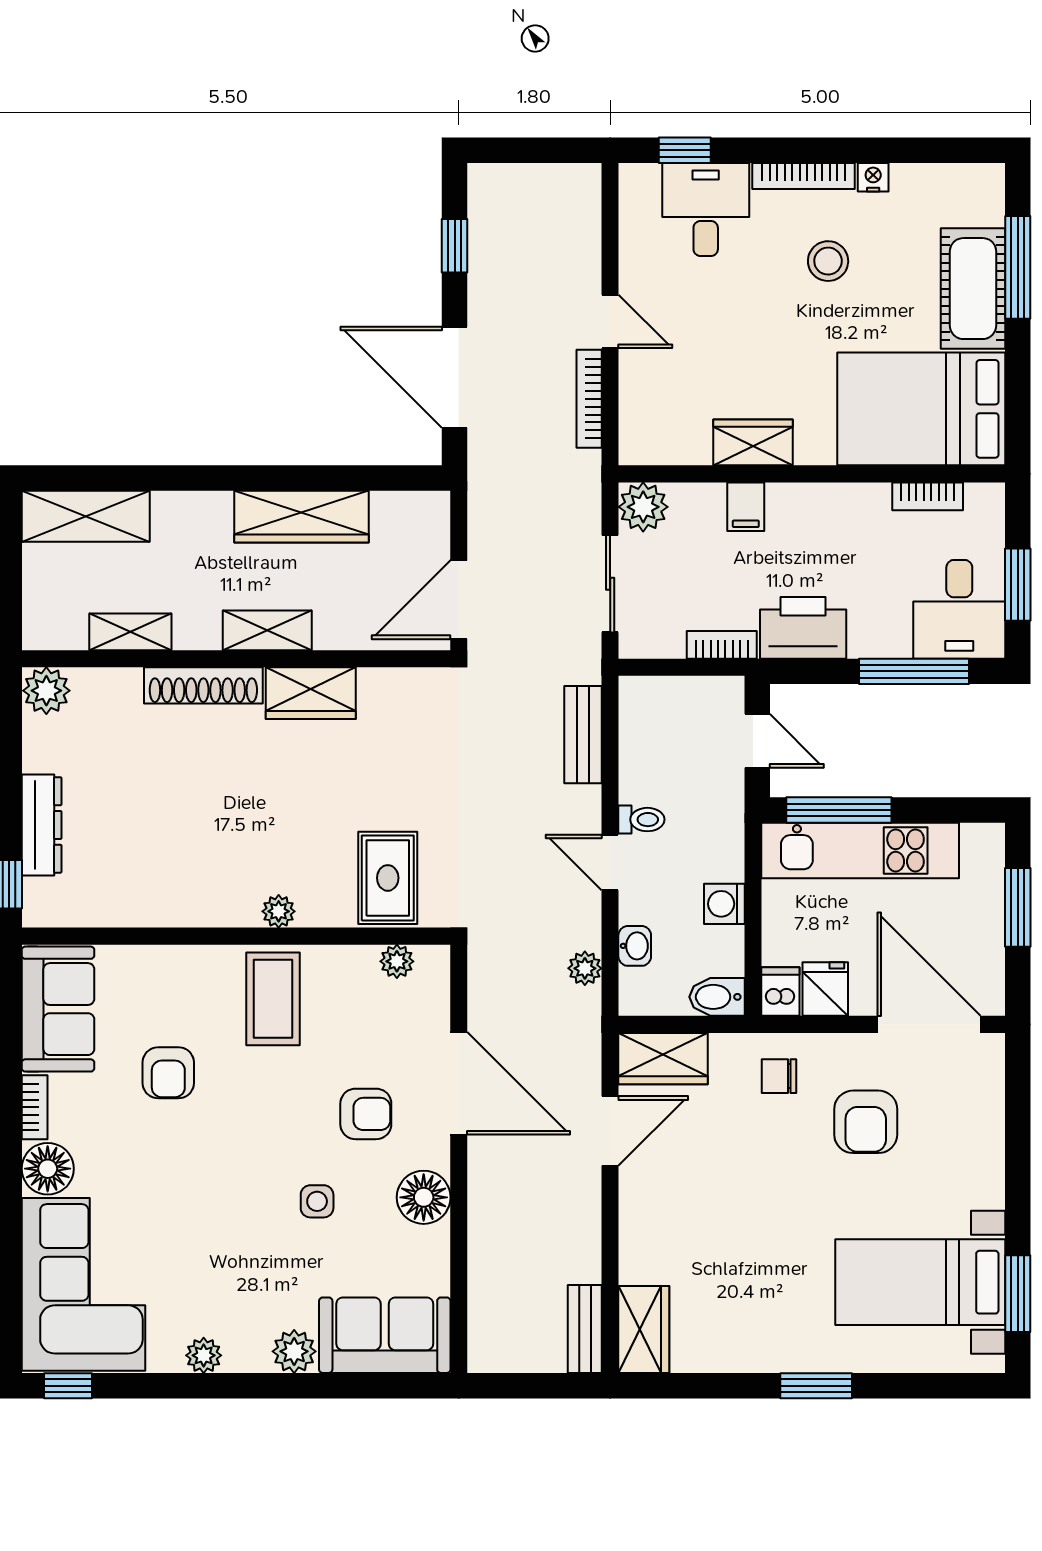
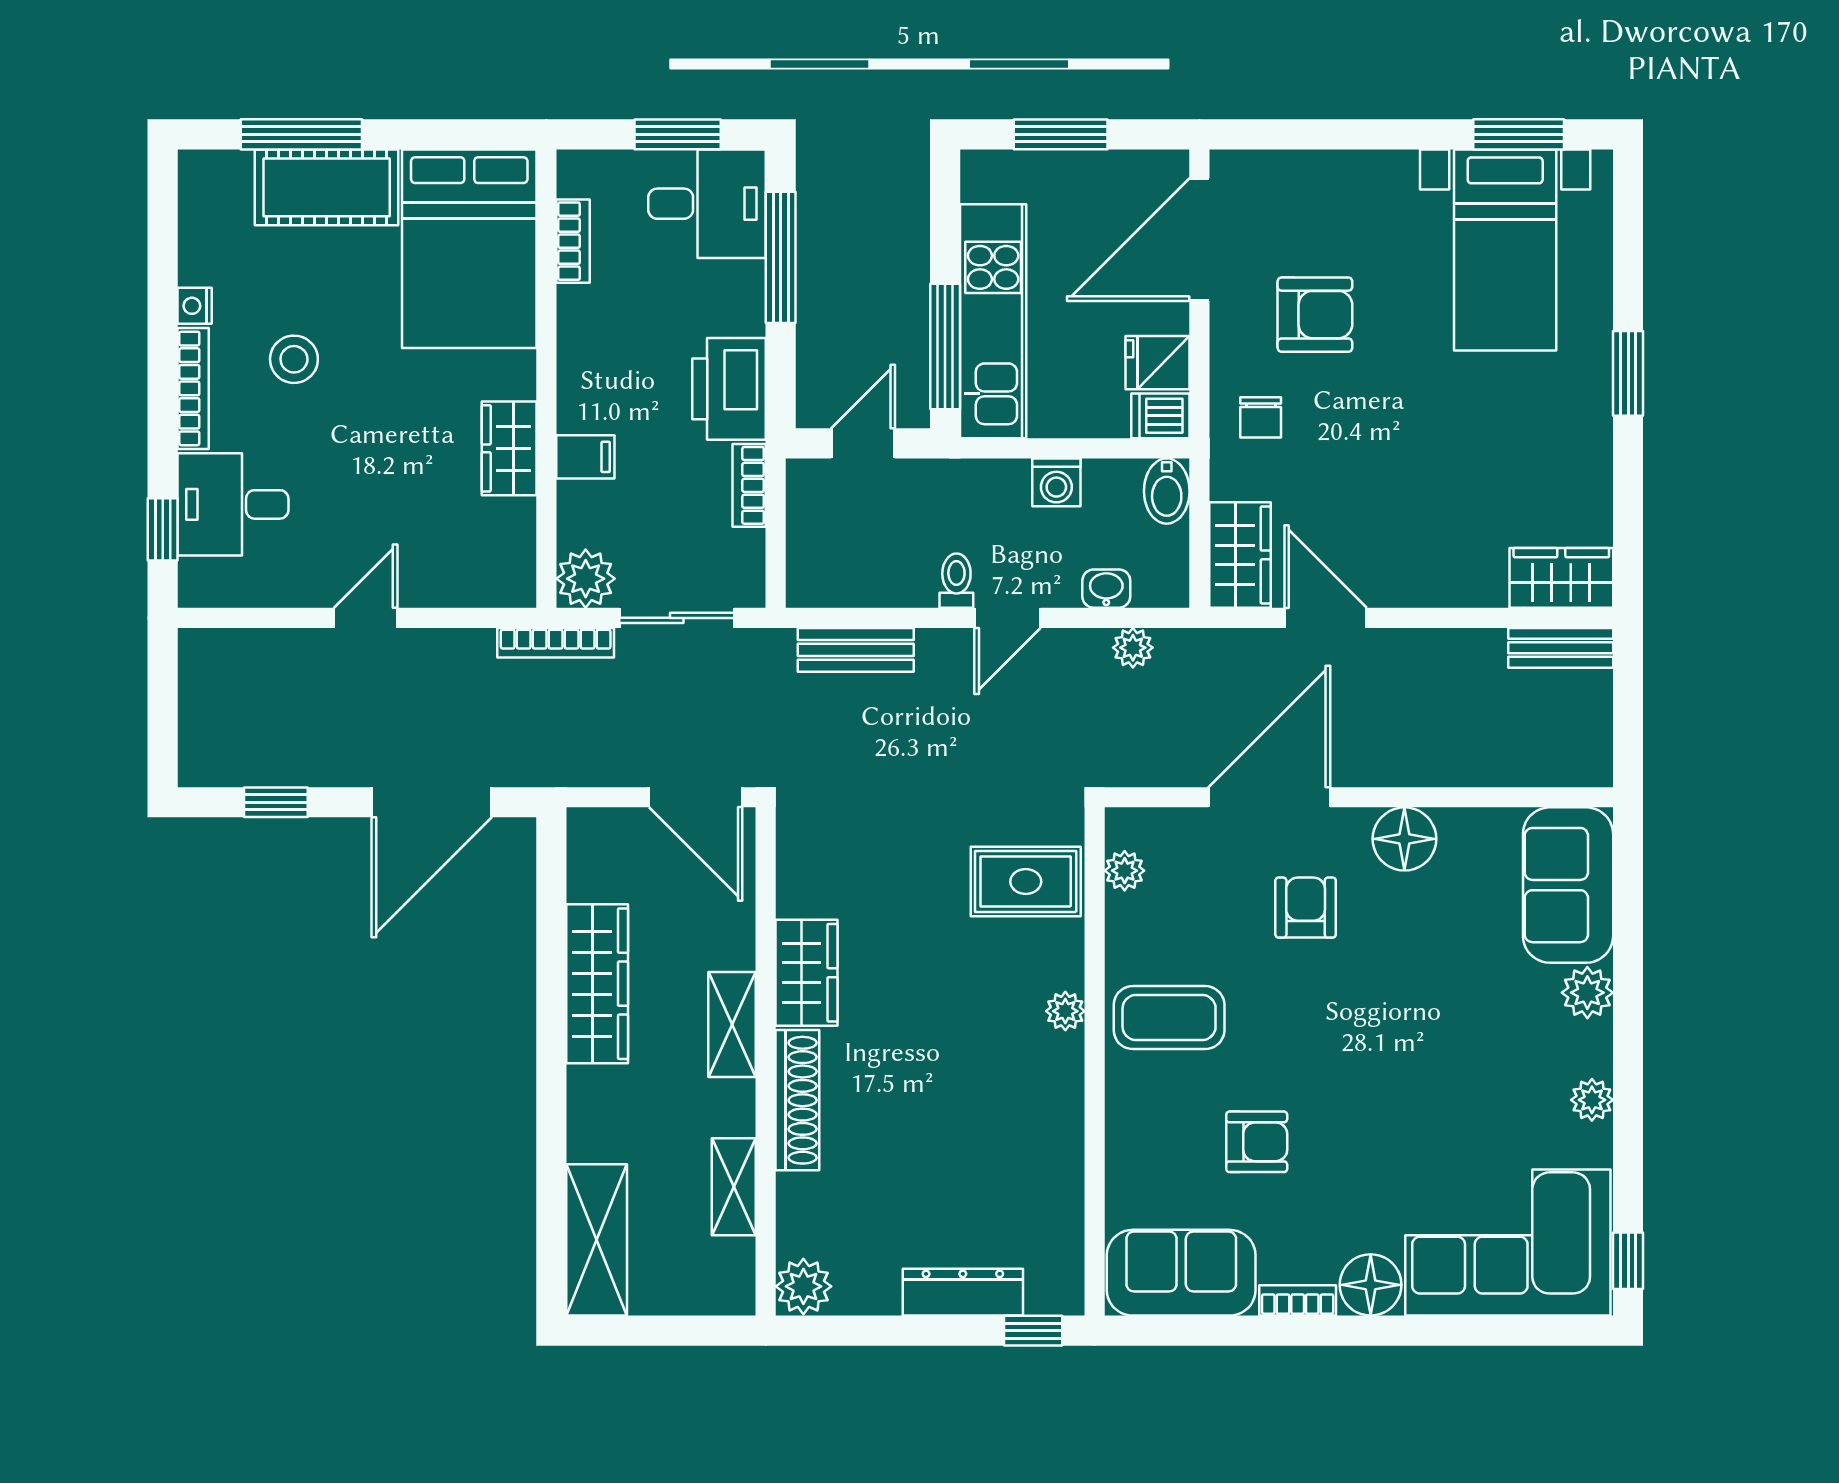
bookcase: (589, 399) -> (556, 643), moved
side table: (317, 1201) -> (1409, 965), removed

